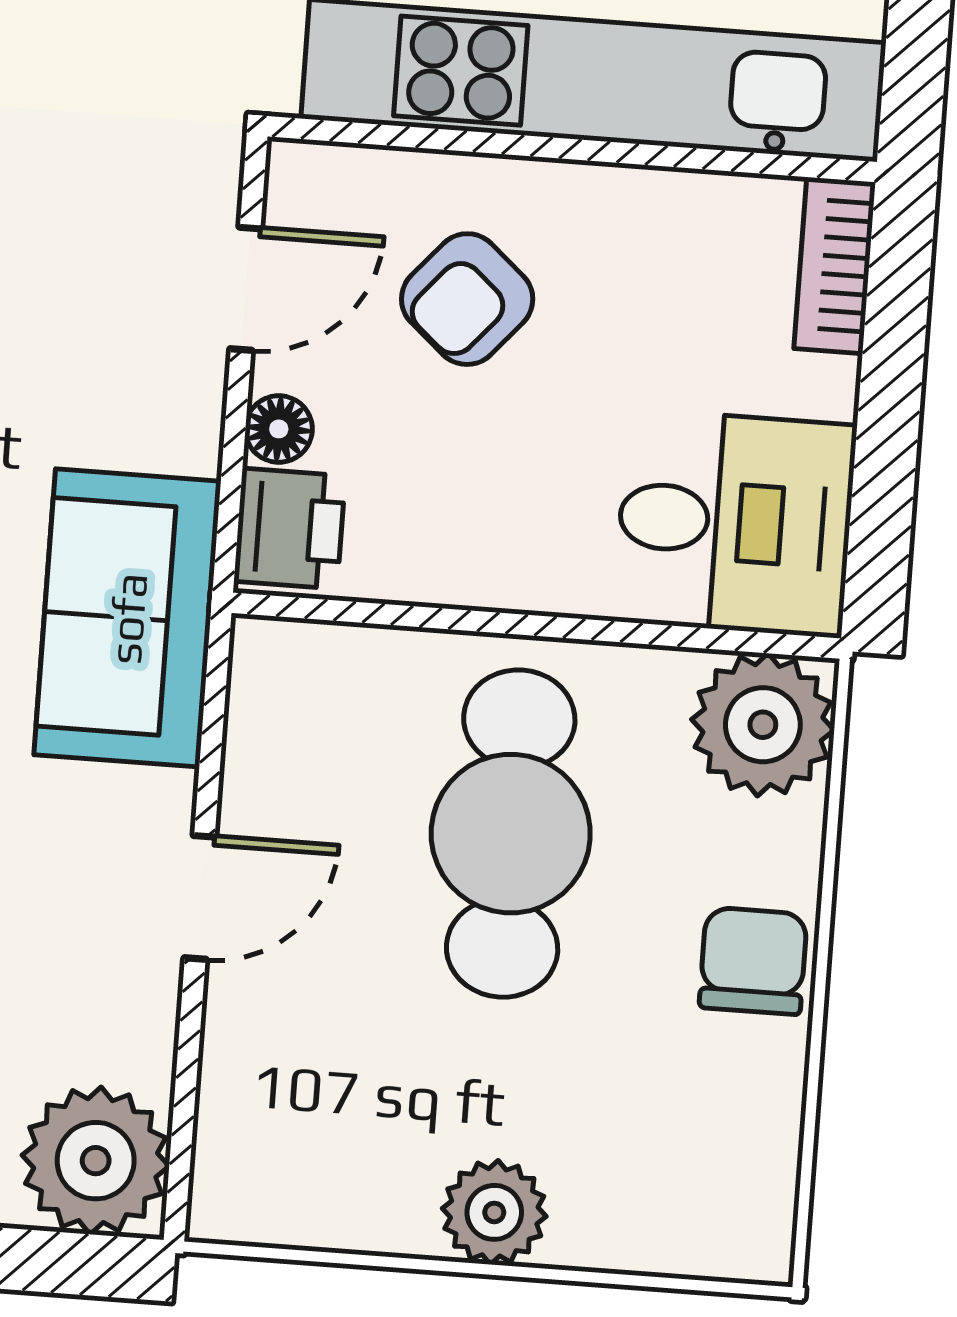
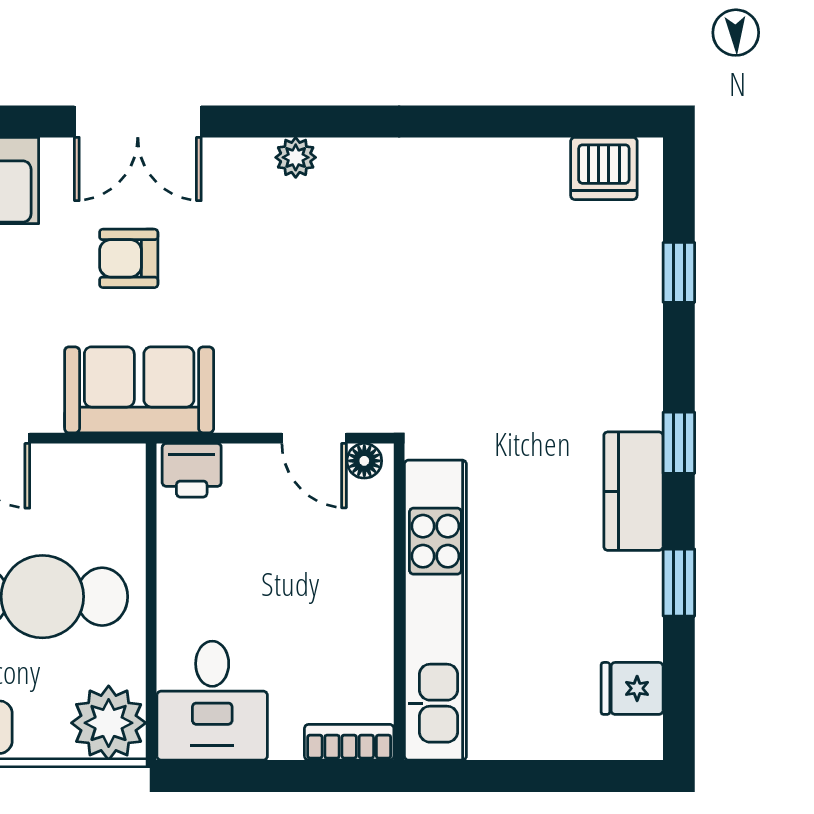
armchair: (467, 299) -> (317, 553), removed
floor lamp: (279, 429) -> (364, 461), moved

